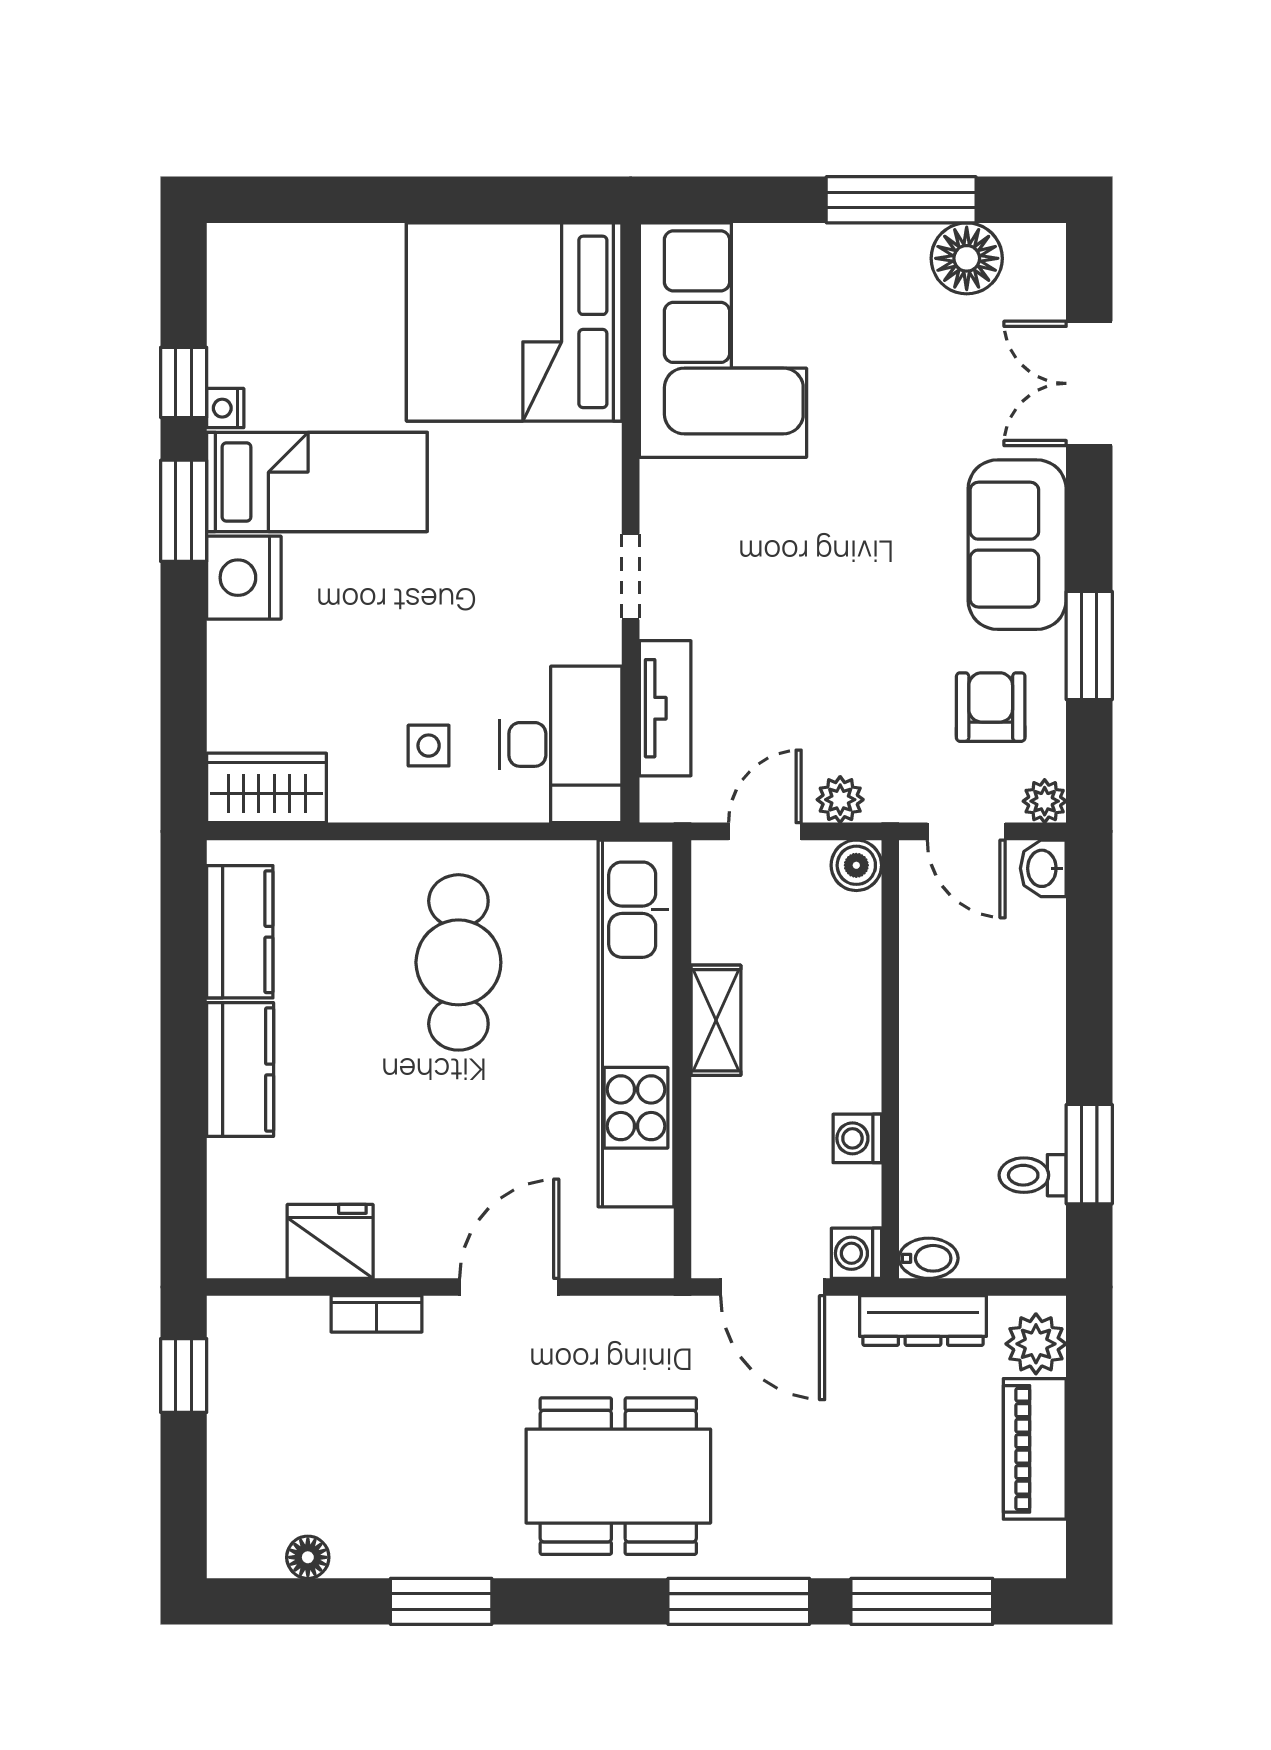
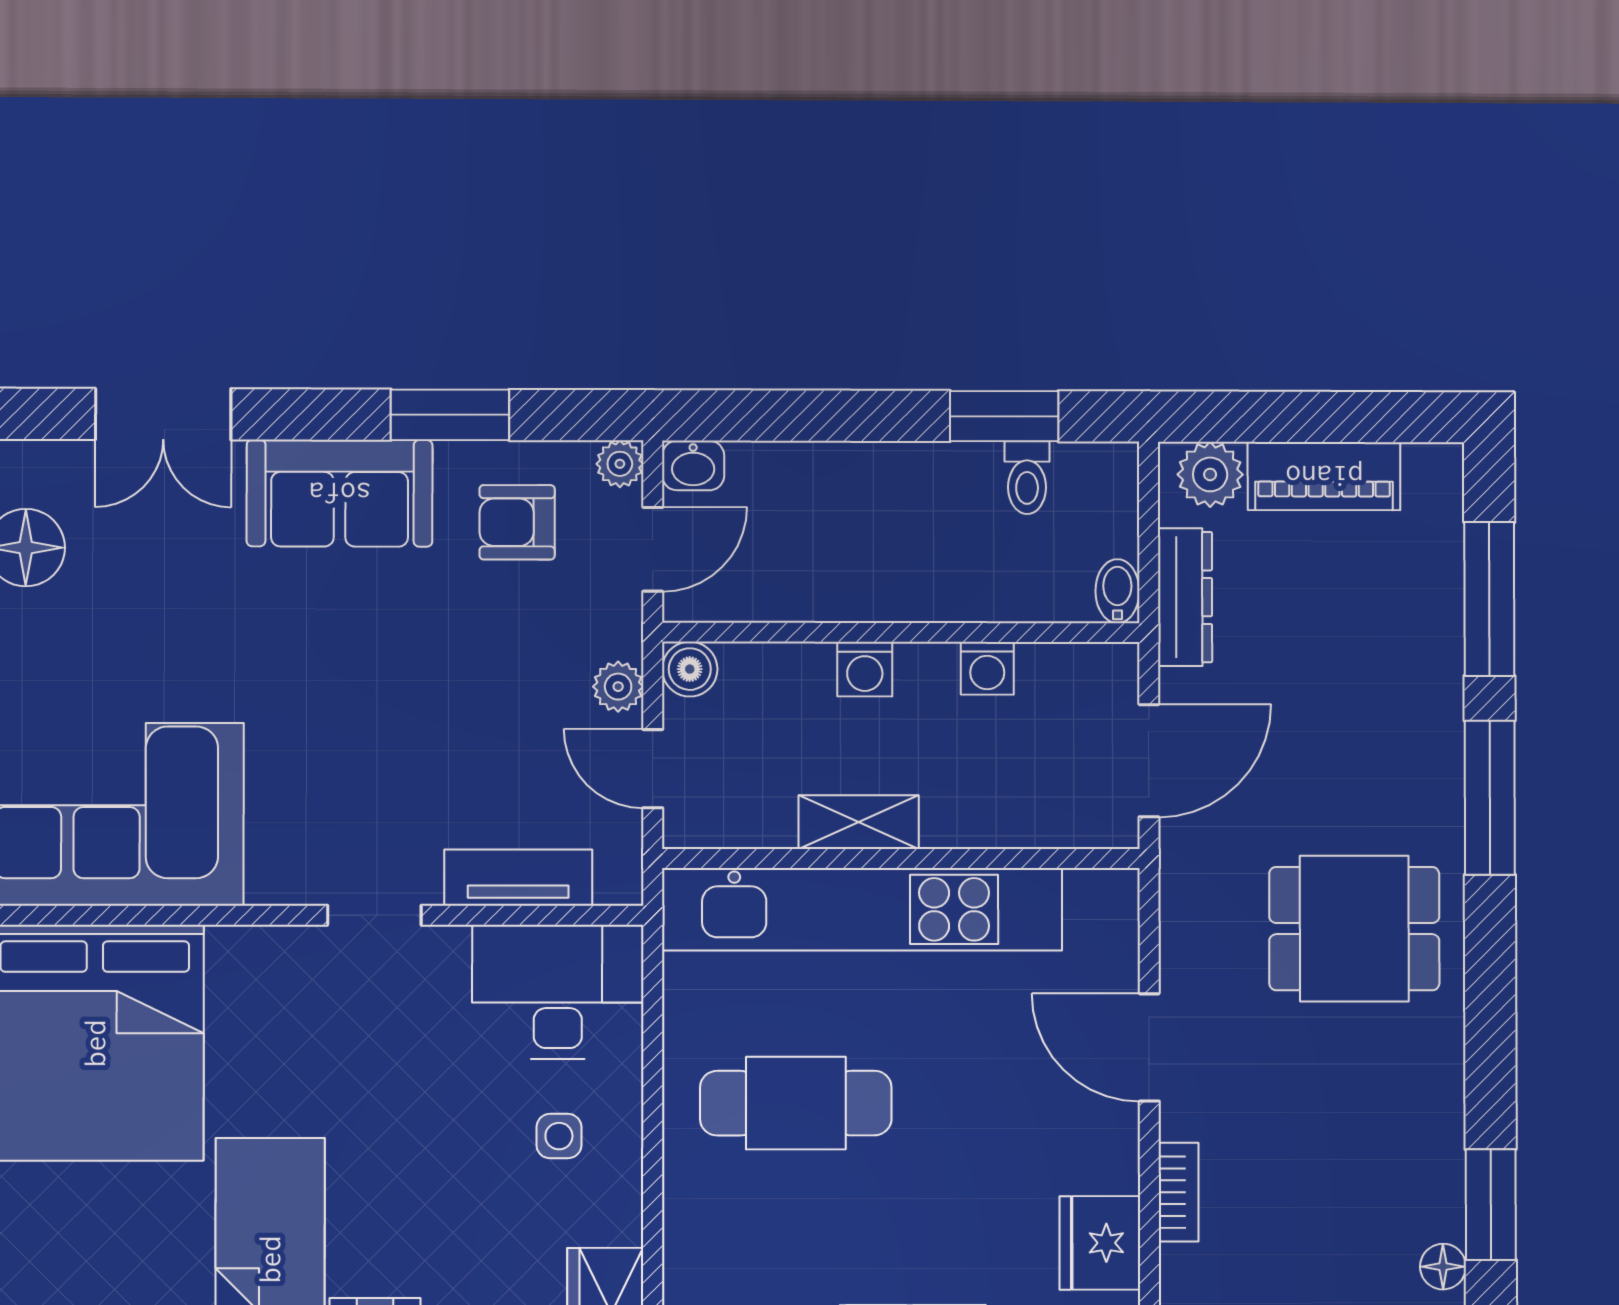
washing machine: (856, 1253) -> (865, 669), moved
dining table: (618, 1476) -> (1354, 929), width x0.73
window: (441, 1601) -> (1491, 1205), moved

